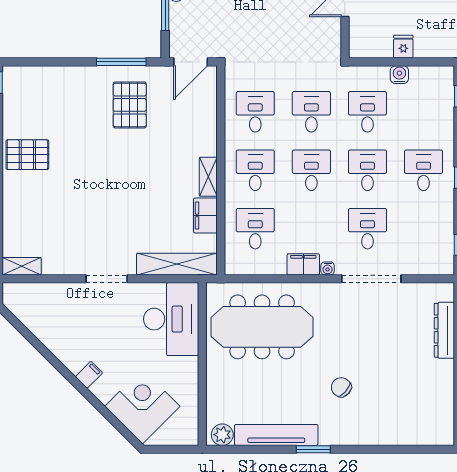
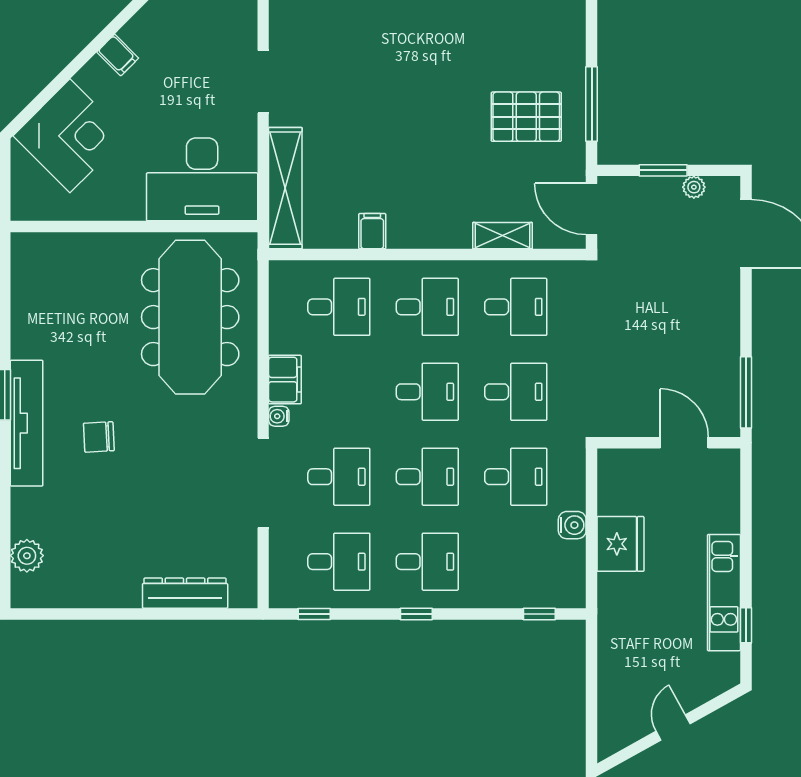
fridge: (403, 47) -> (620, 544), width x1.88, depth x1.34
shelving: (208, 177) -> (502, 236), moved
filing cabinet: (205, 215) -> (372, 231), width x0.50
desk: (424, 229) -> (339, 562), added
chair: (341, 387) -> (99, 437), turned -135
plant: (222, 435) -> (27, 556), moved
tv unit: (276, 435) -> (27, 423), moved

